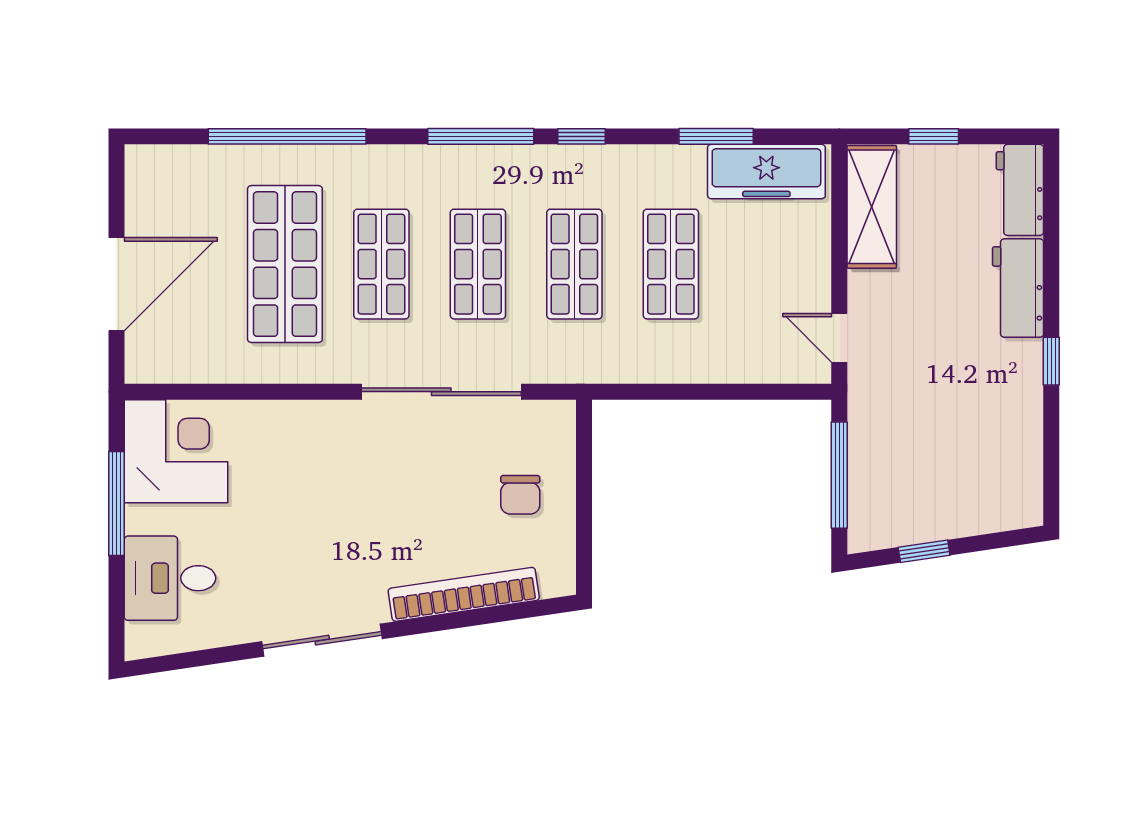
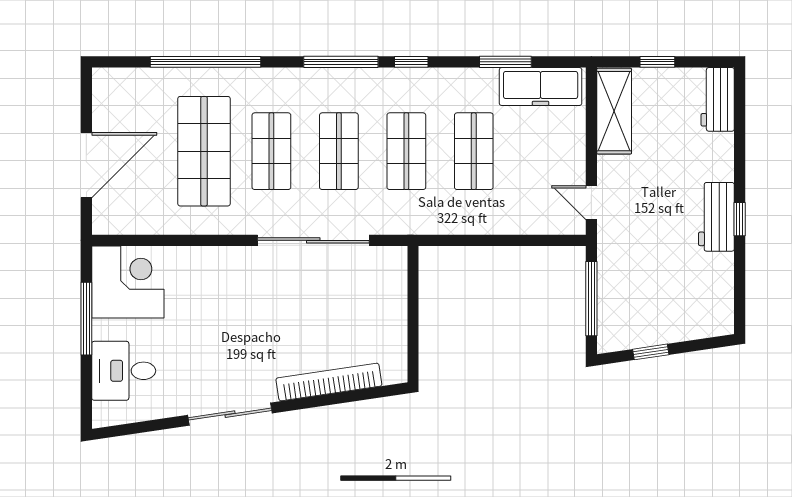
workbench: (1018, 288) -> (716, 217), moved
chair: (520, 495) -> (368, 312), removed

